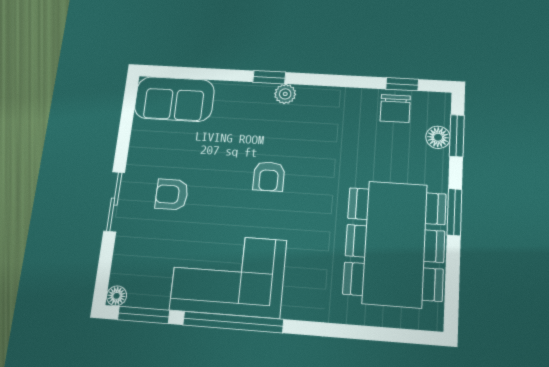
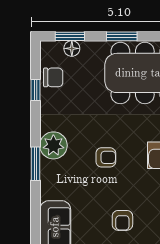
window: (269, 77) -> (36, 164), width x1.50
window: (402, 84) -> (36, 90), moved
plant: (285, 94) -> (53, 145), width x1.88, depth x1.88

